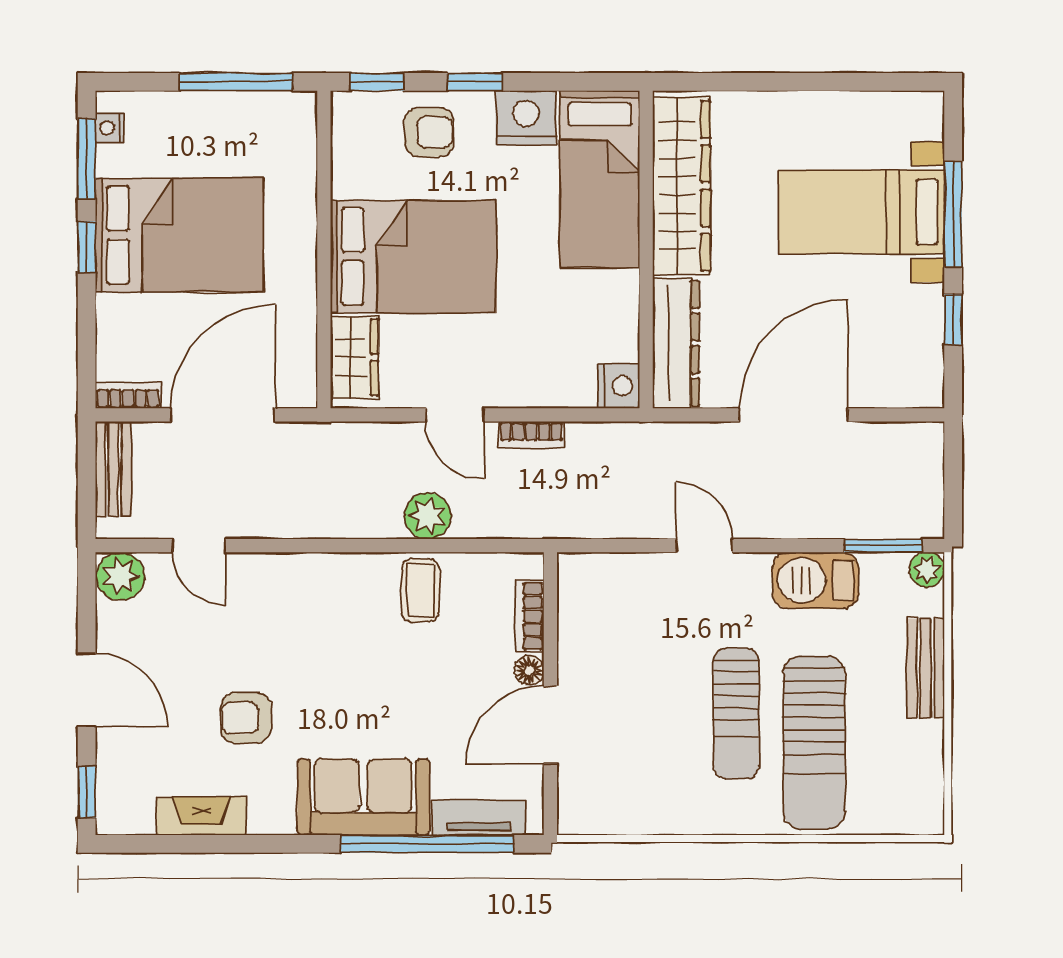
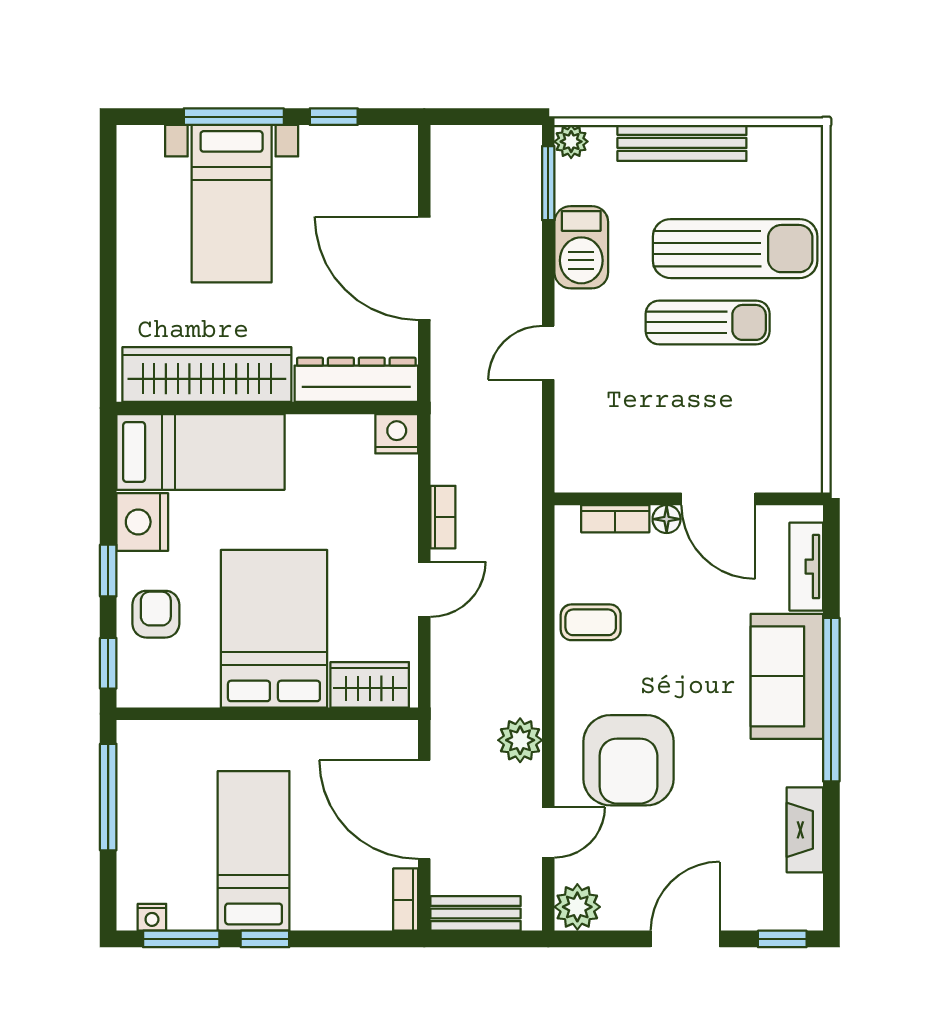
bed: (179, 235) -> (254, 851), width x0.67
plant: (428, 516) -> (520, 740), moved
bench: (925, 668) -> (682, 143), width x1.36
armchair: (246, 718) -> (628, 760), moved, width x1.88, depth x1.88
window: (427, 844) -> (831, 700), moved

